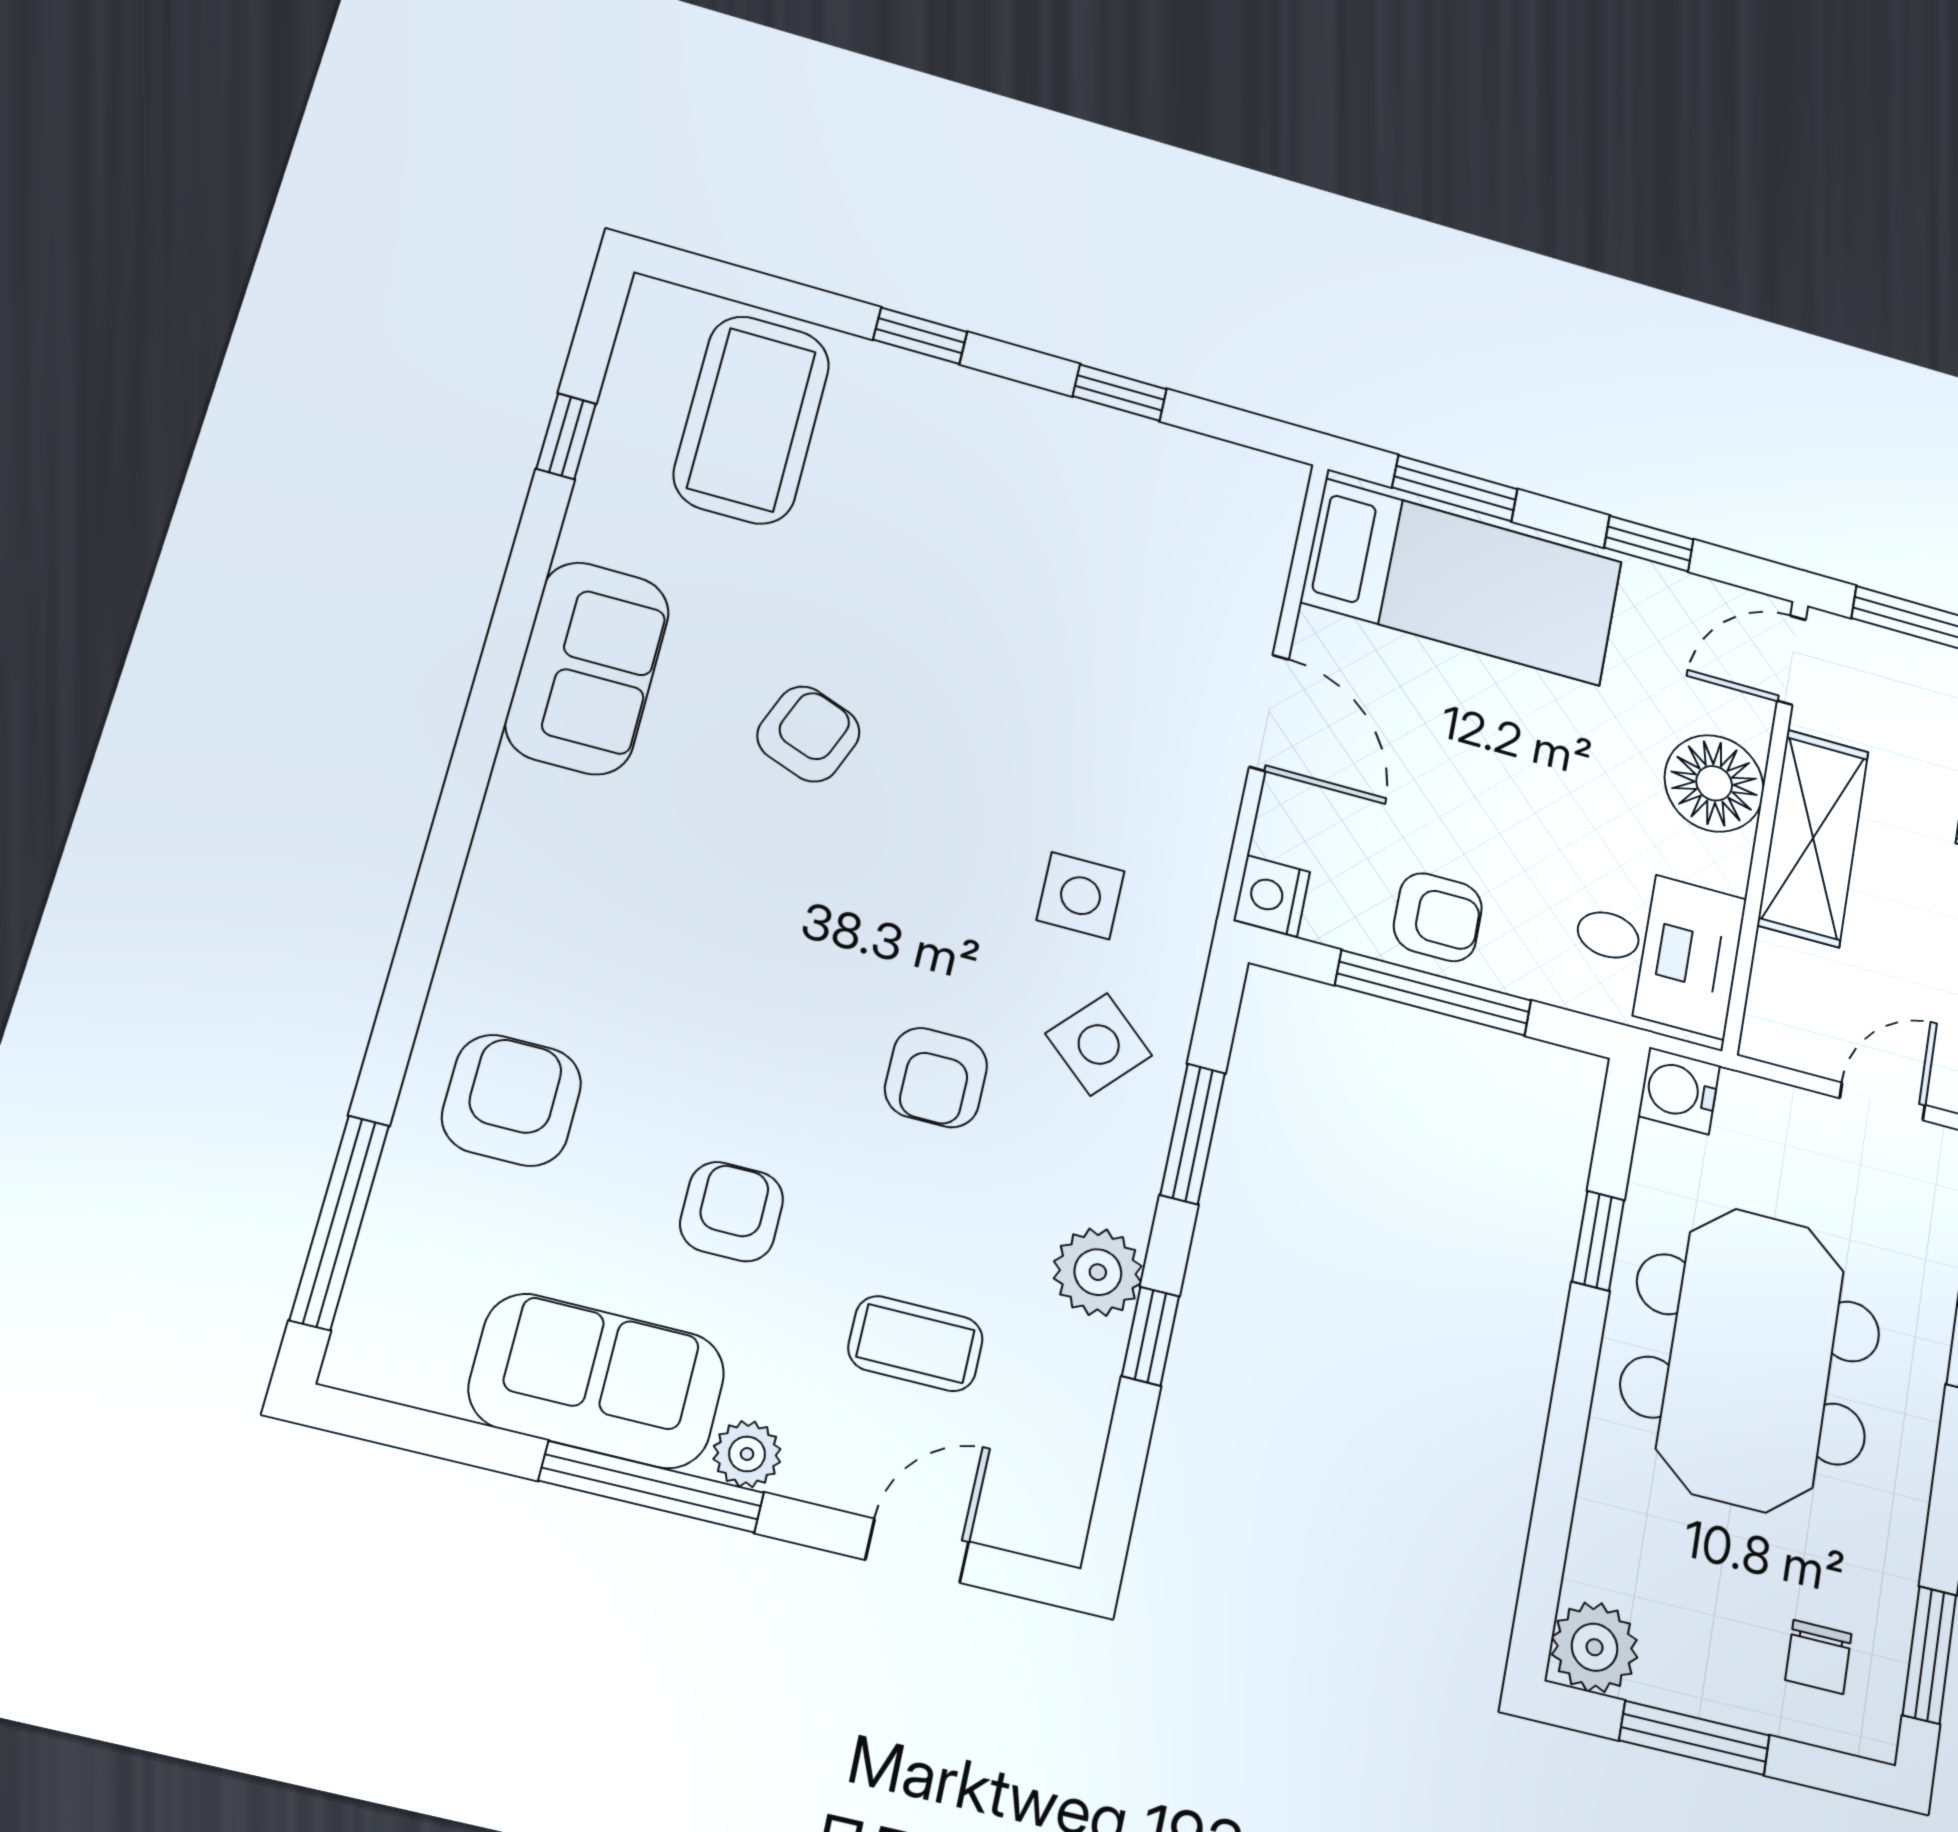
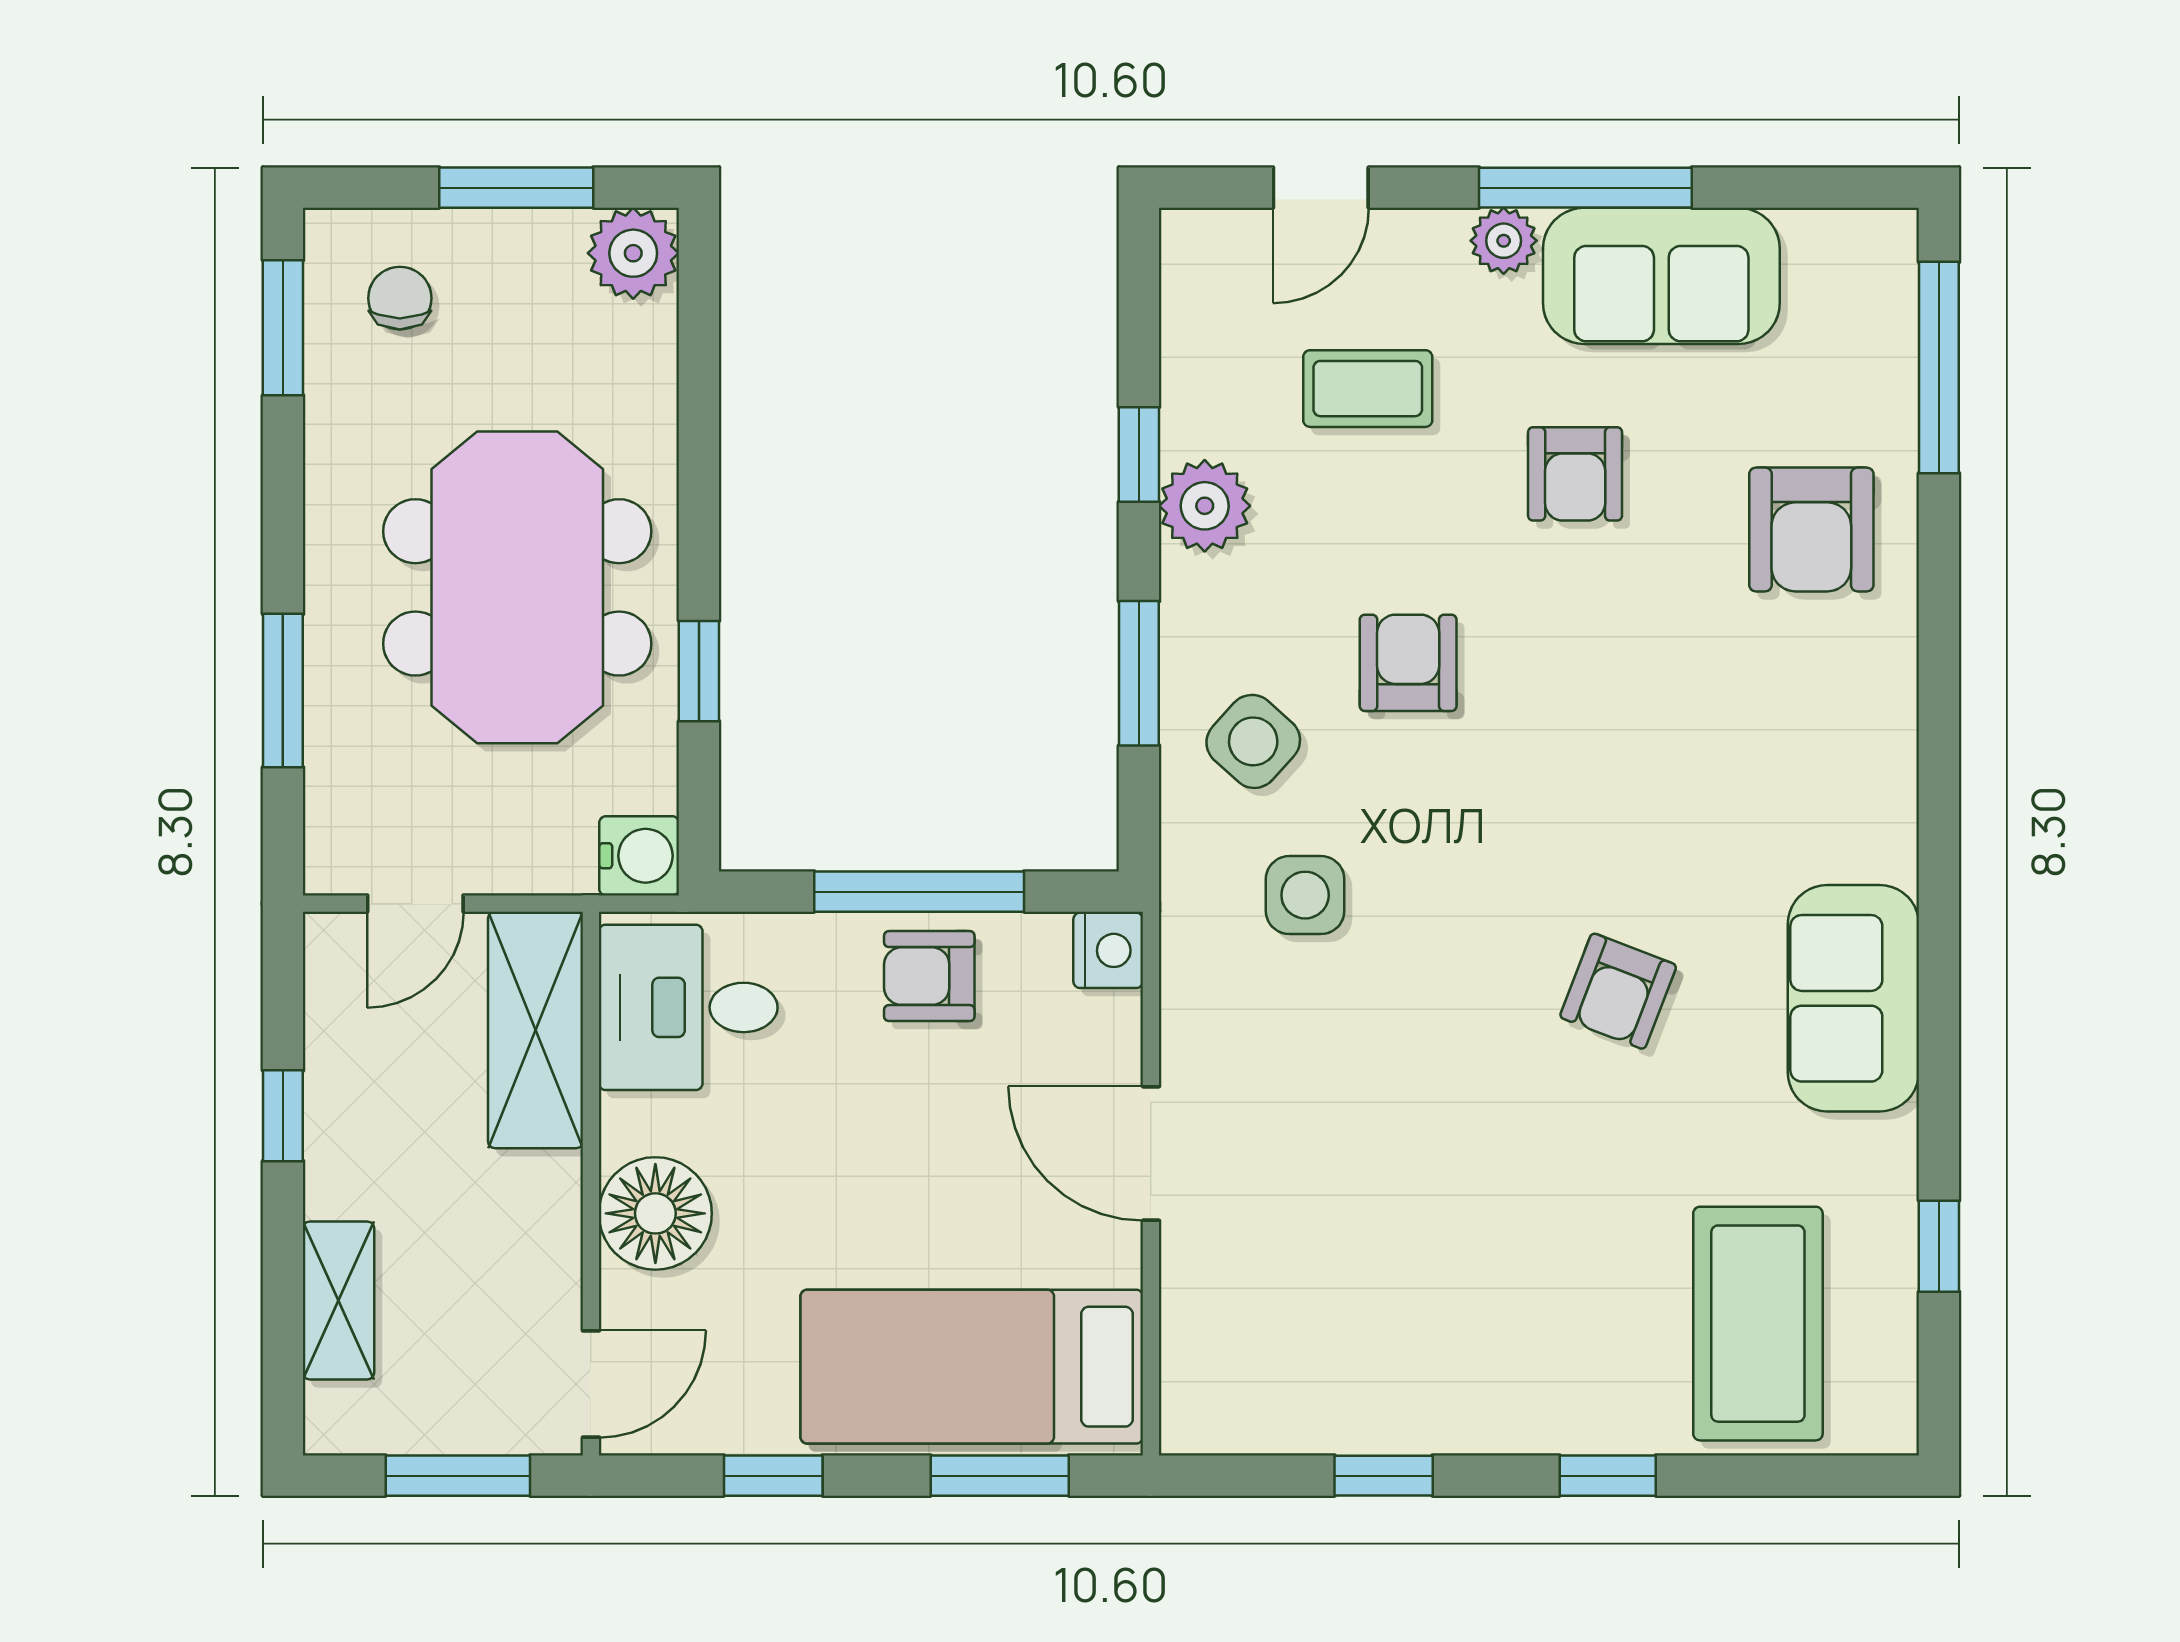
shelving: (1813, 838) -> (536, 1030), moved

